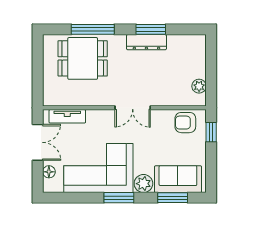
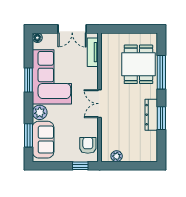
floor lamp: (49, 172) -> (37, 38), moved
window: (119, 198) -> (28, 80), moved

